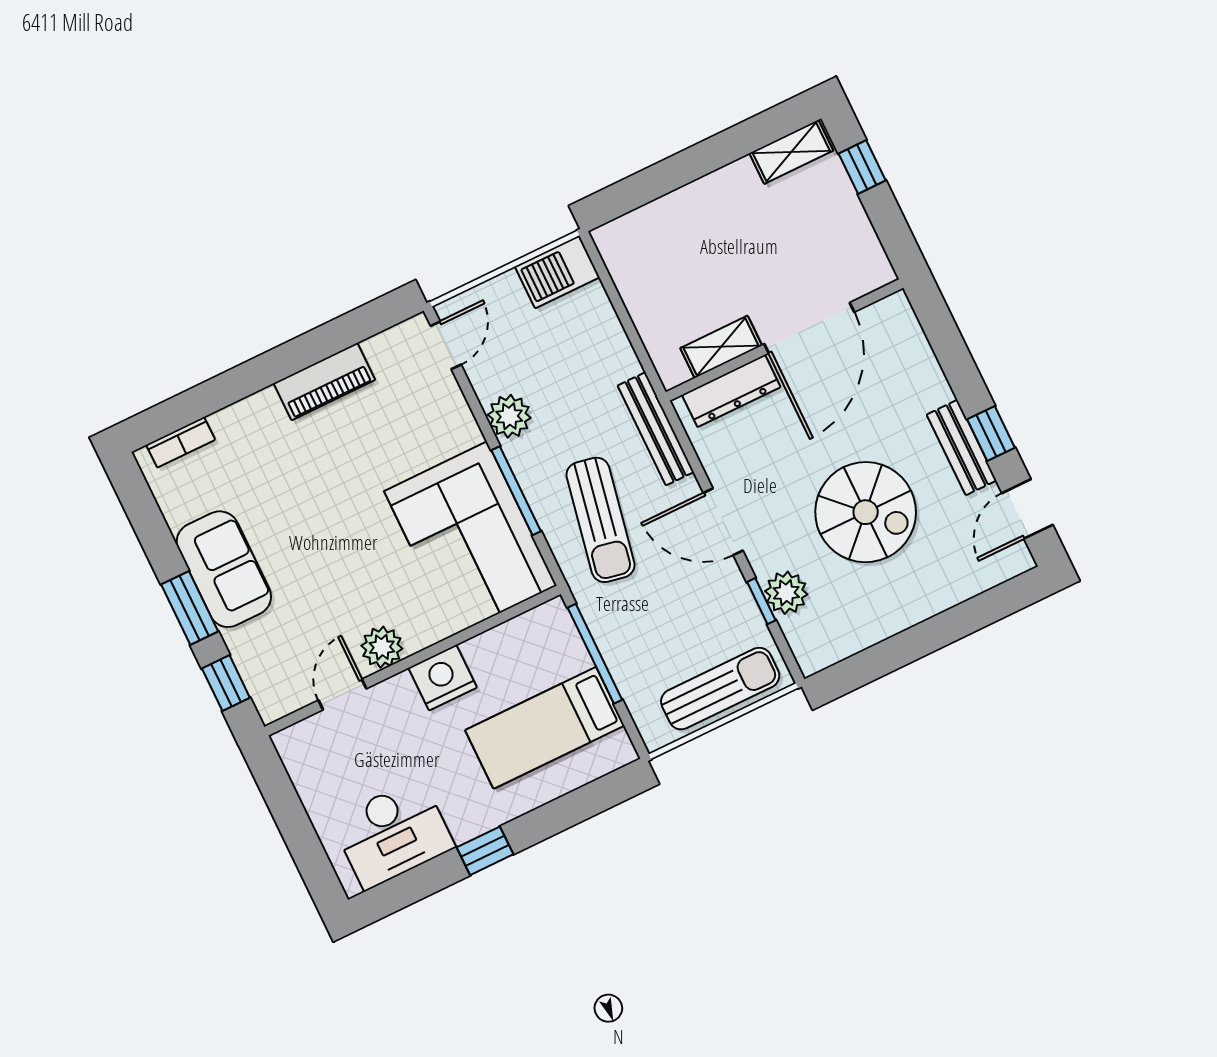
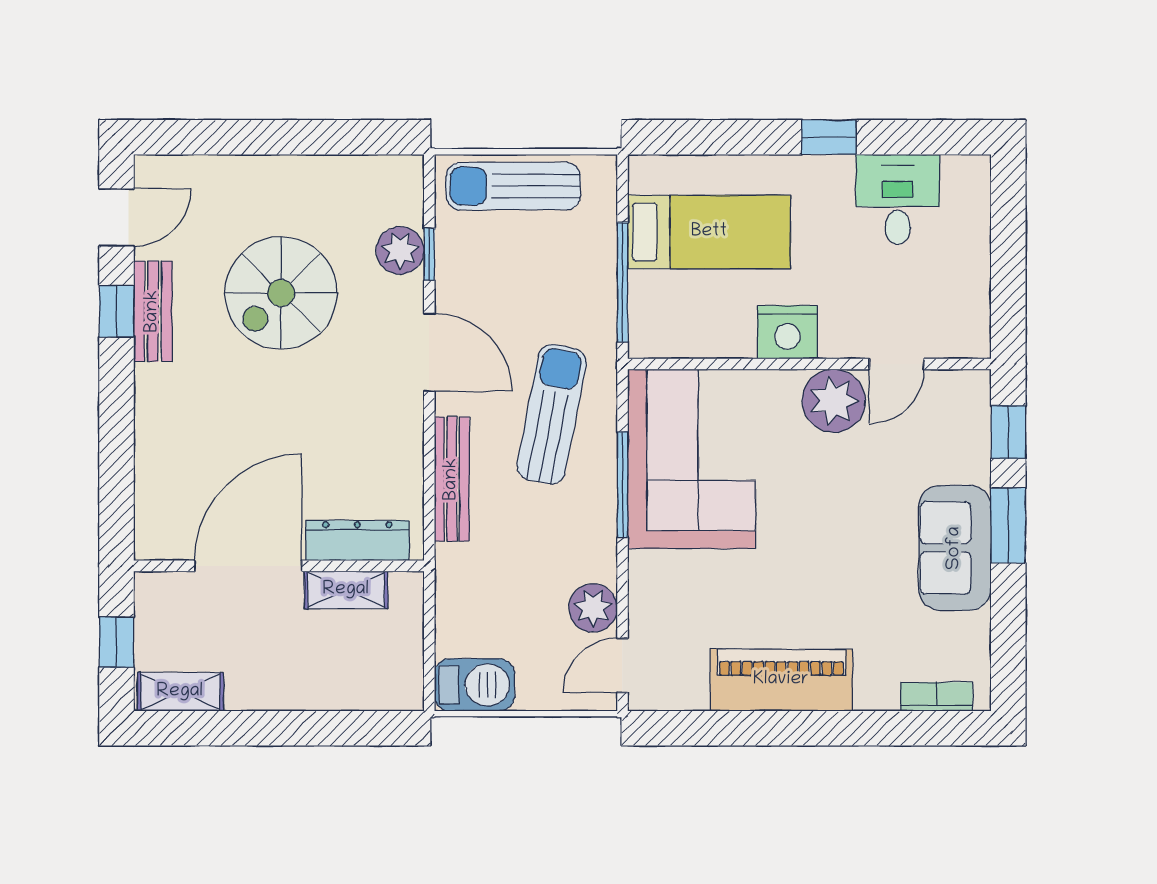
door: (809, 328) -> (248, 566), moved
wall: (785, 340) -> (279, 566), moved
shelving: (721, 347) -> (346, 590), moved
piano: (324, 382) -> (781, 680), width x1.37, depth x1.33
dresser: (731, 391) -> (357, 540), moved
plant: (509, 416) -> (593, 608), moved
spiral stairs: (866, 512) -> (281, 293), turned -90
plant: (382, 647) -> (834, 401), width x1.36, depth x1.36
desk: (393, 834) -> (898, 199), width x0.73

